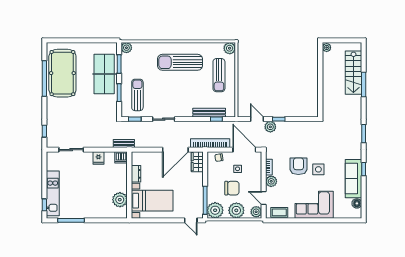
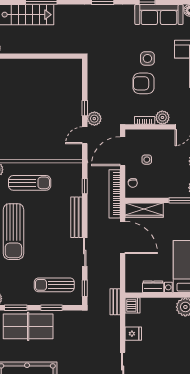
bench: (209, 113) -> (77, 217), moved
wardrobe: (197, 162) -> (144, 210), width x1.50
chair: (232, 188) -> (171, 167), removed

